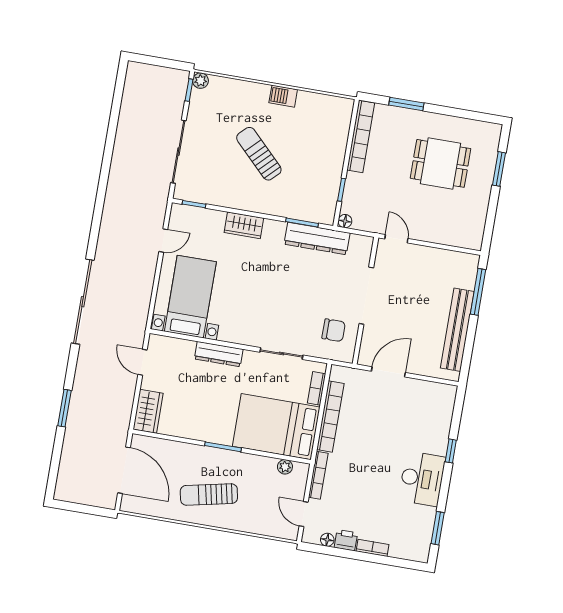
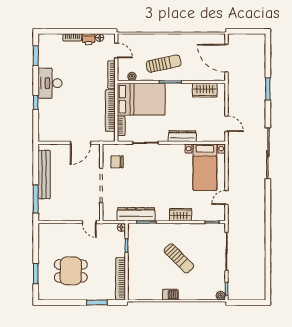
wardrobe: (148, 411) -> (205, 90), moved, turned -90
sun lounger: (209, 494) -> (164, 64), moved

